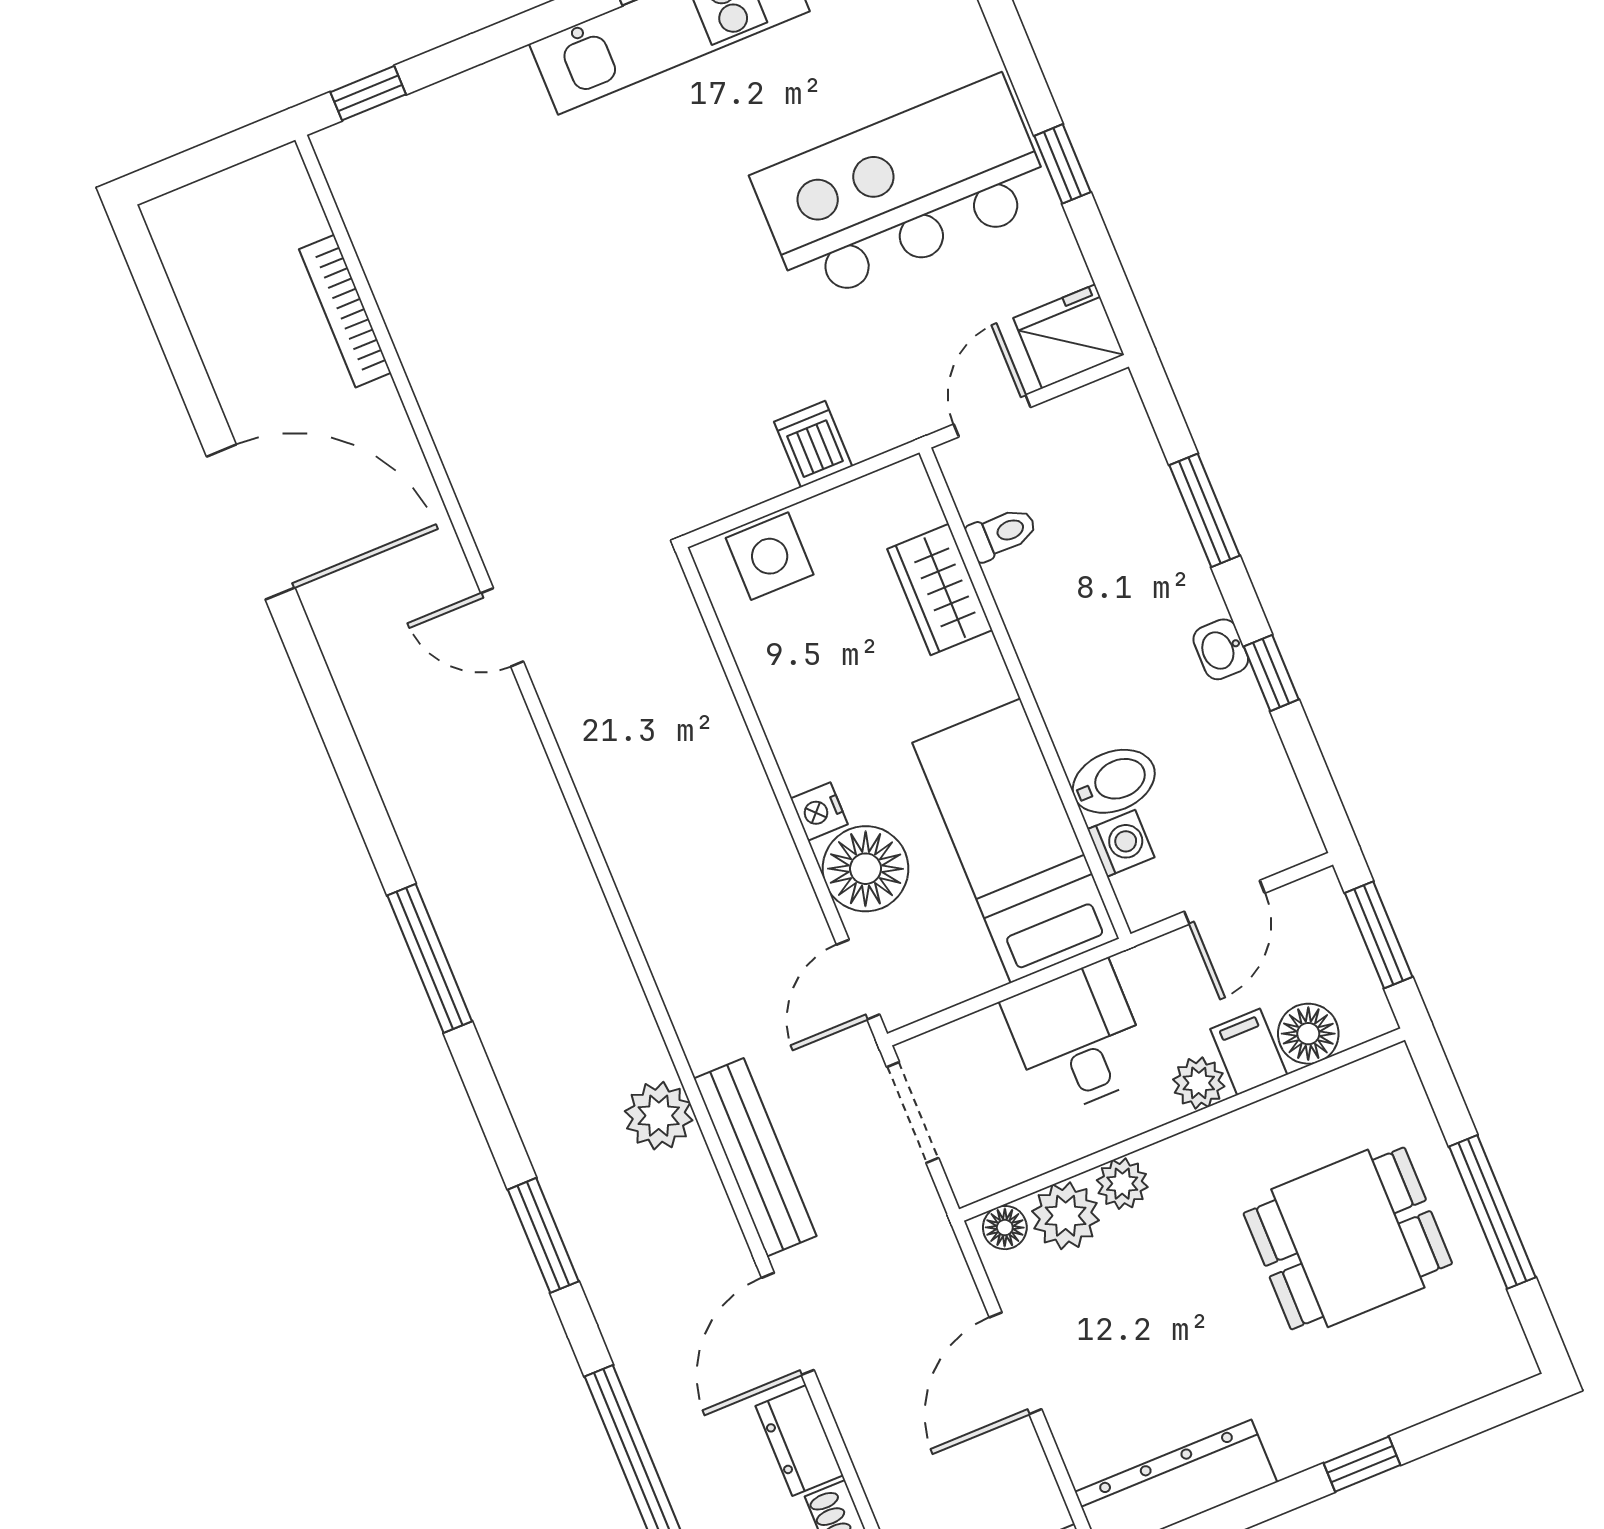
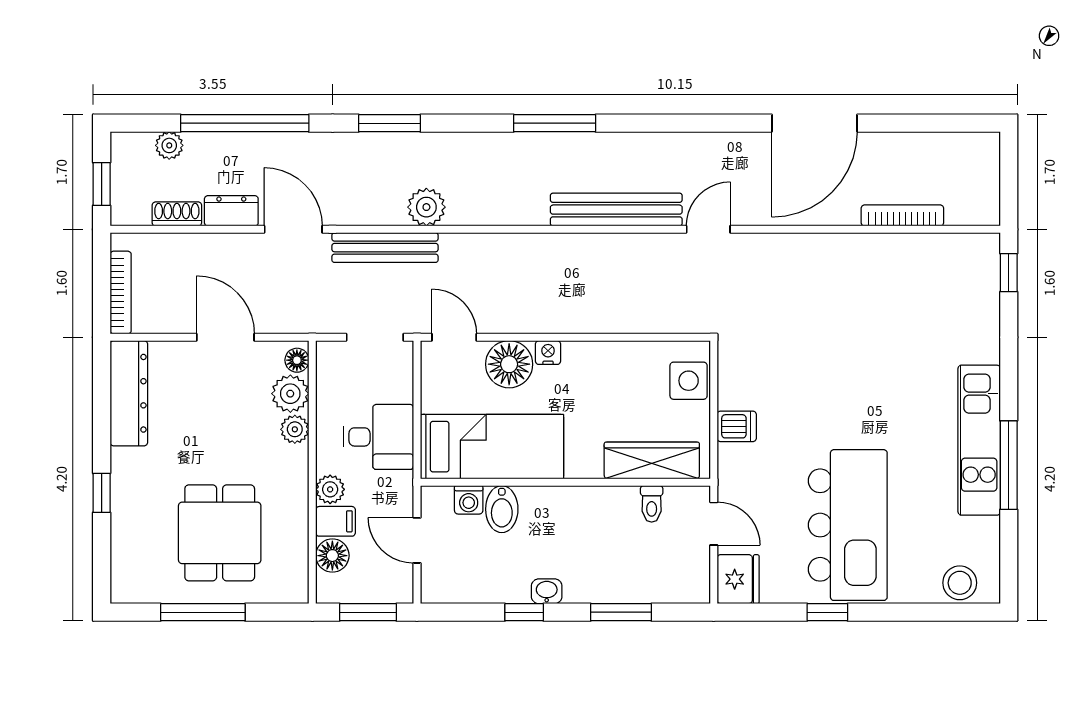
wardrobe: (940, 590) -> (652, 460), width x1.50
bench: (532, 795) -> (616, 210), added

